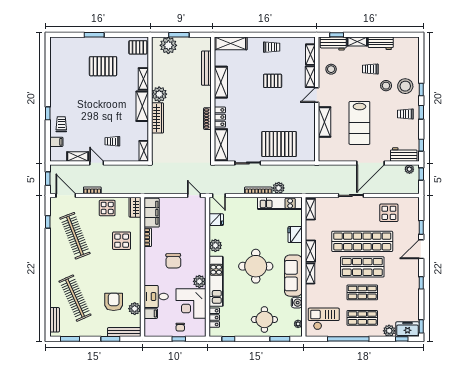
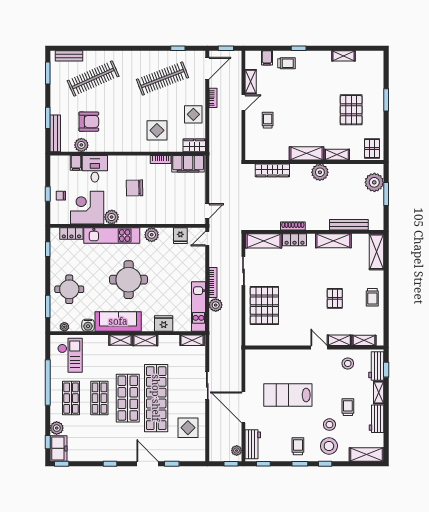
wardrobe: (158, 118) -> (272, 170), moved
shelving: (325, 122) -> (367, 454), moved
shelving: (144, 151) -> (344, 56), moved

